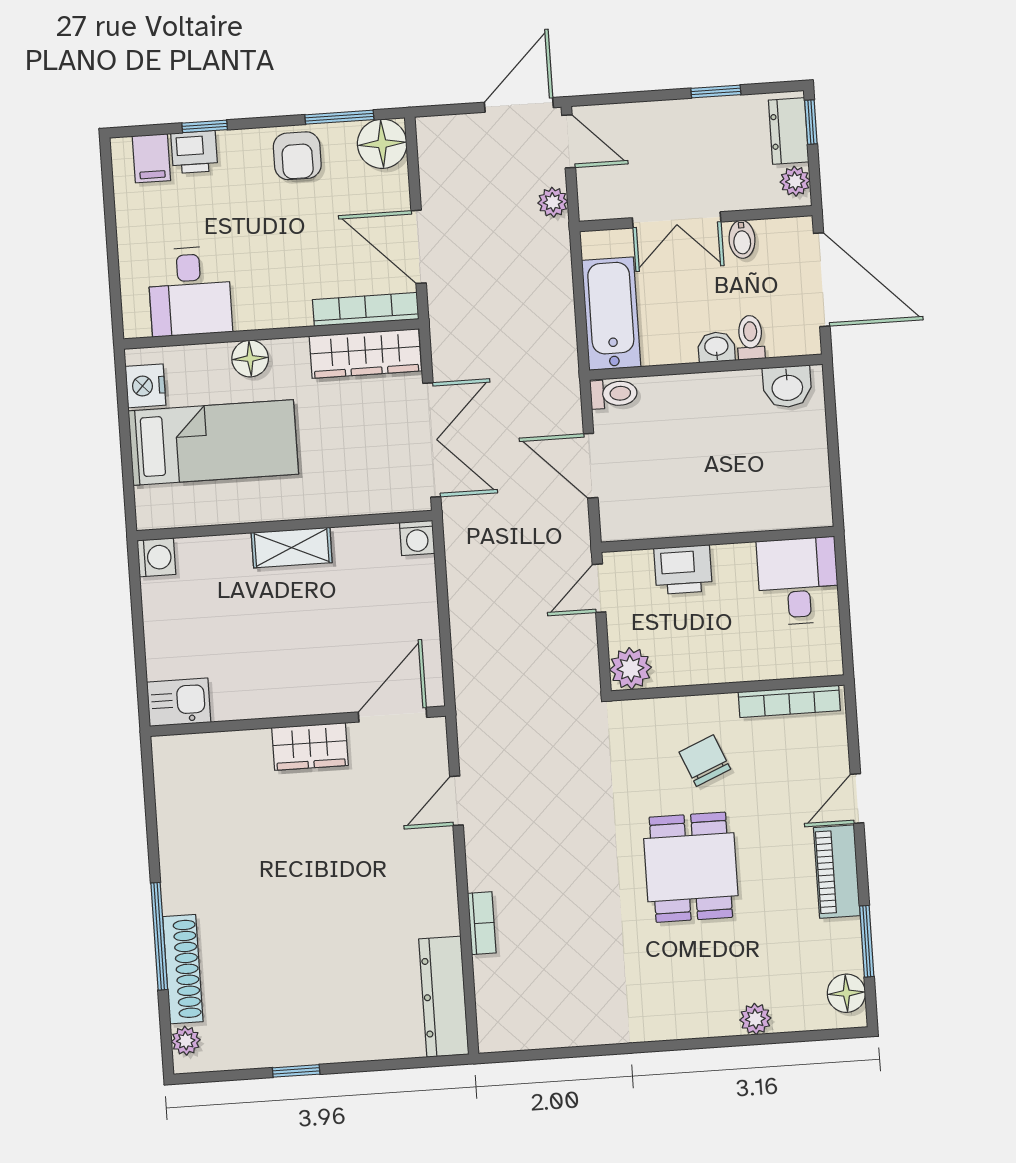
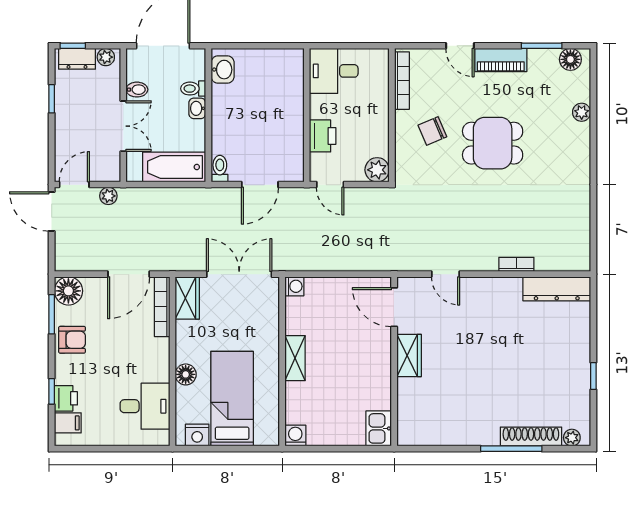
wardrobe: (365, 354) -> (187, 298), width x0.67

